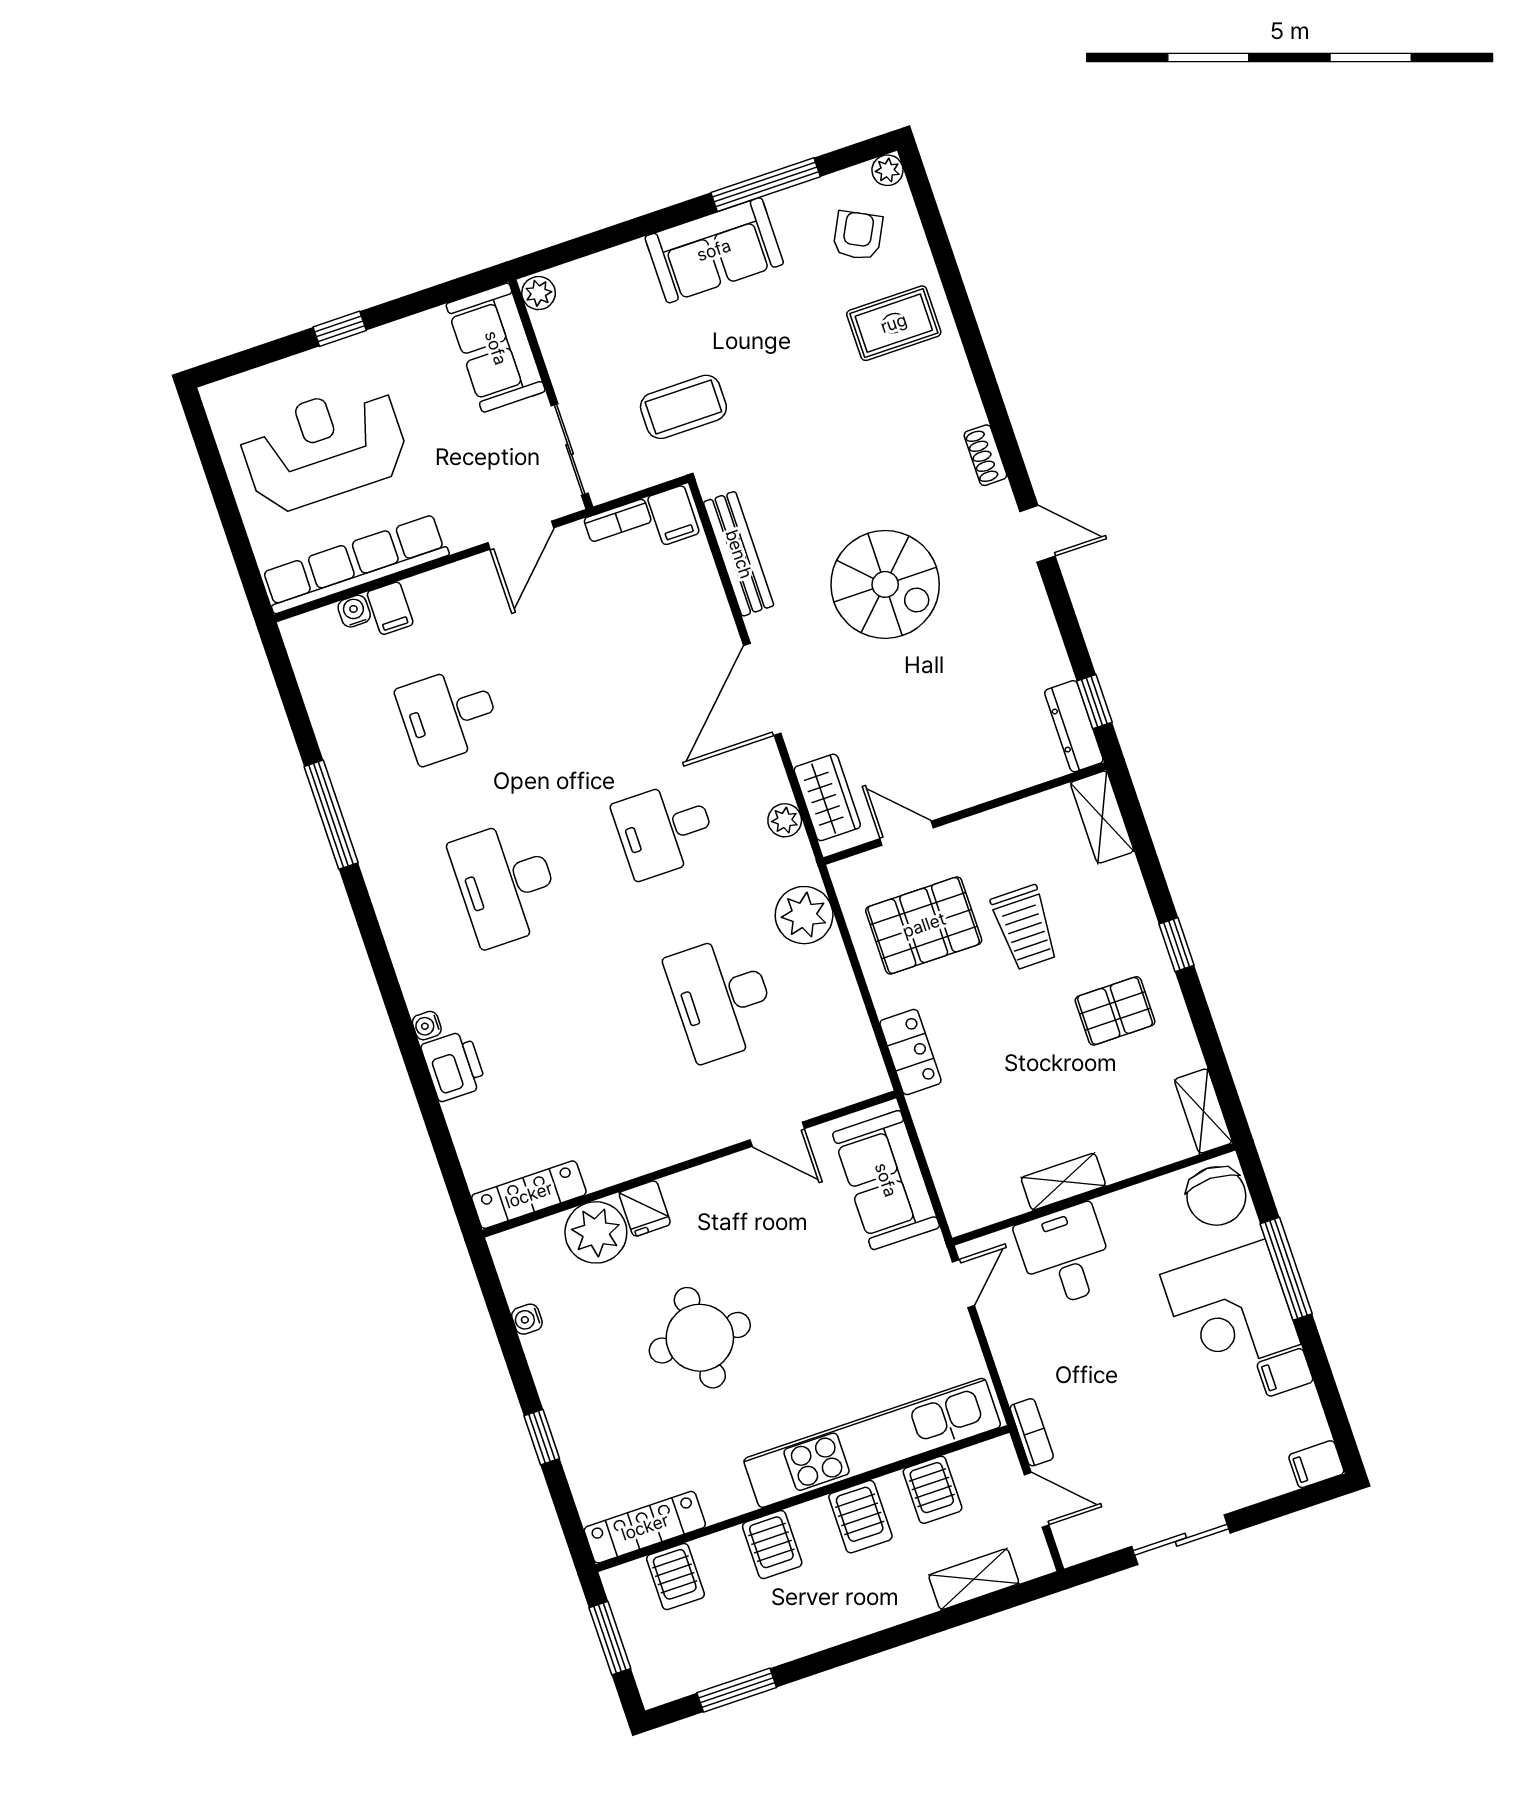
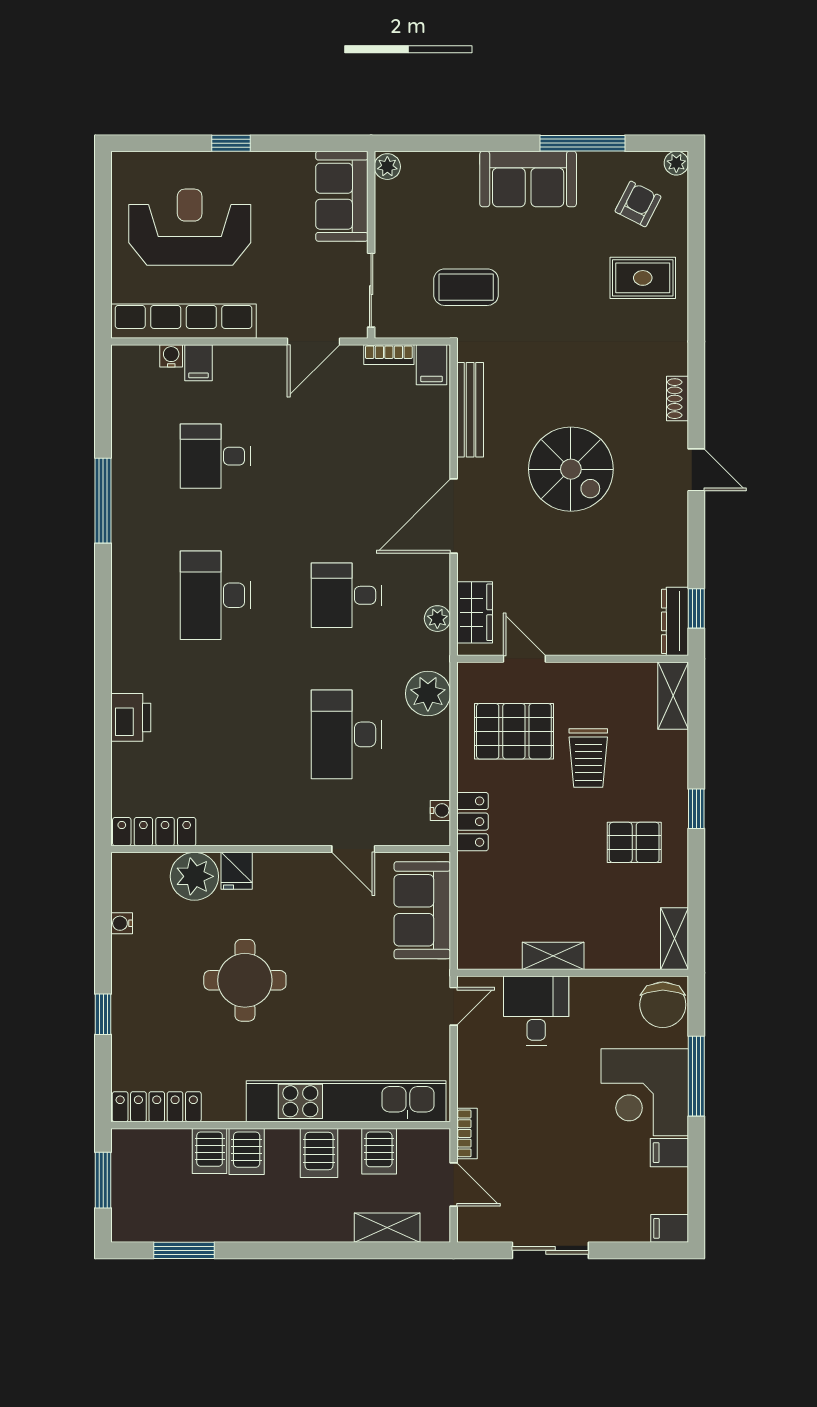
water cooler: (427, 1026) -> (440, 811), moved, turned 180
server rack: (675, 1576) -> (210, 1151), moved

